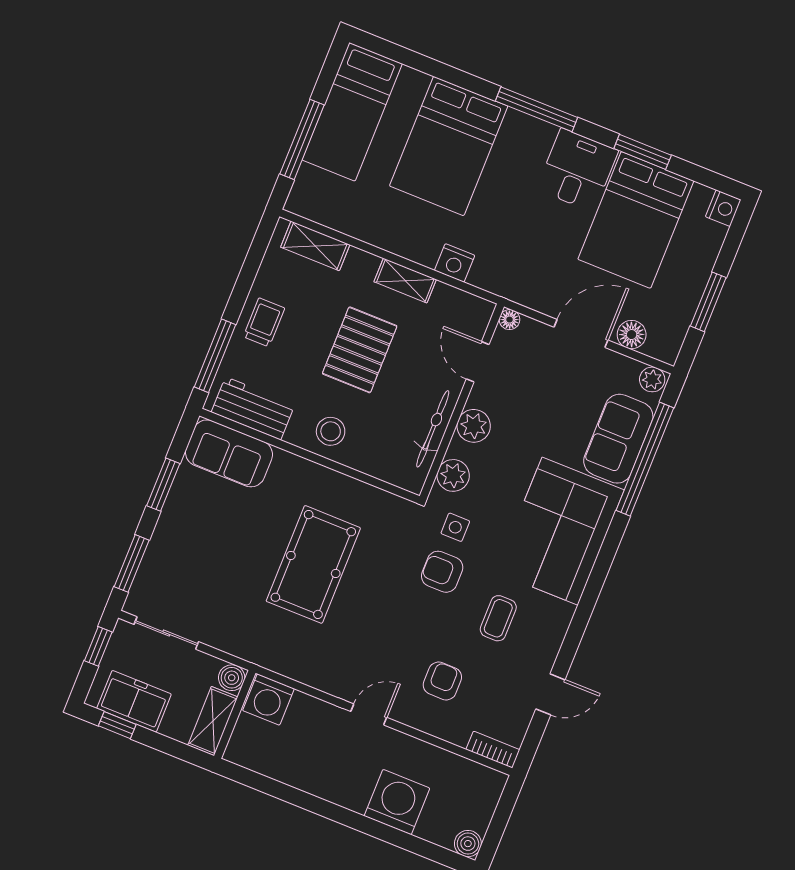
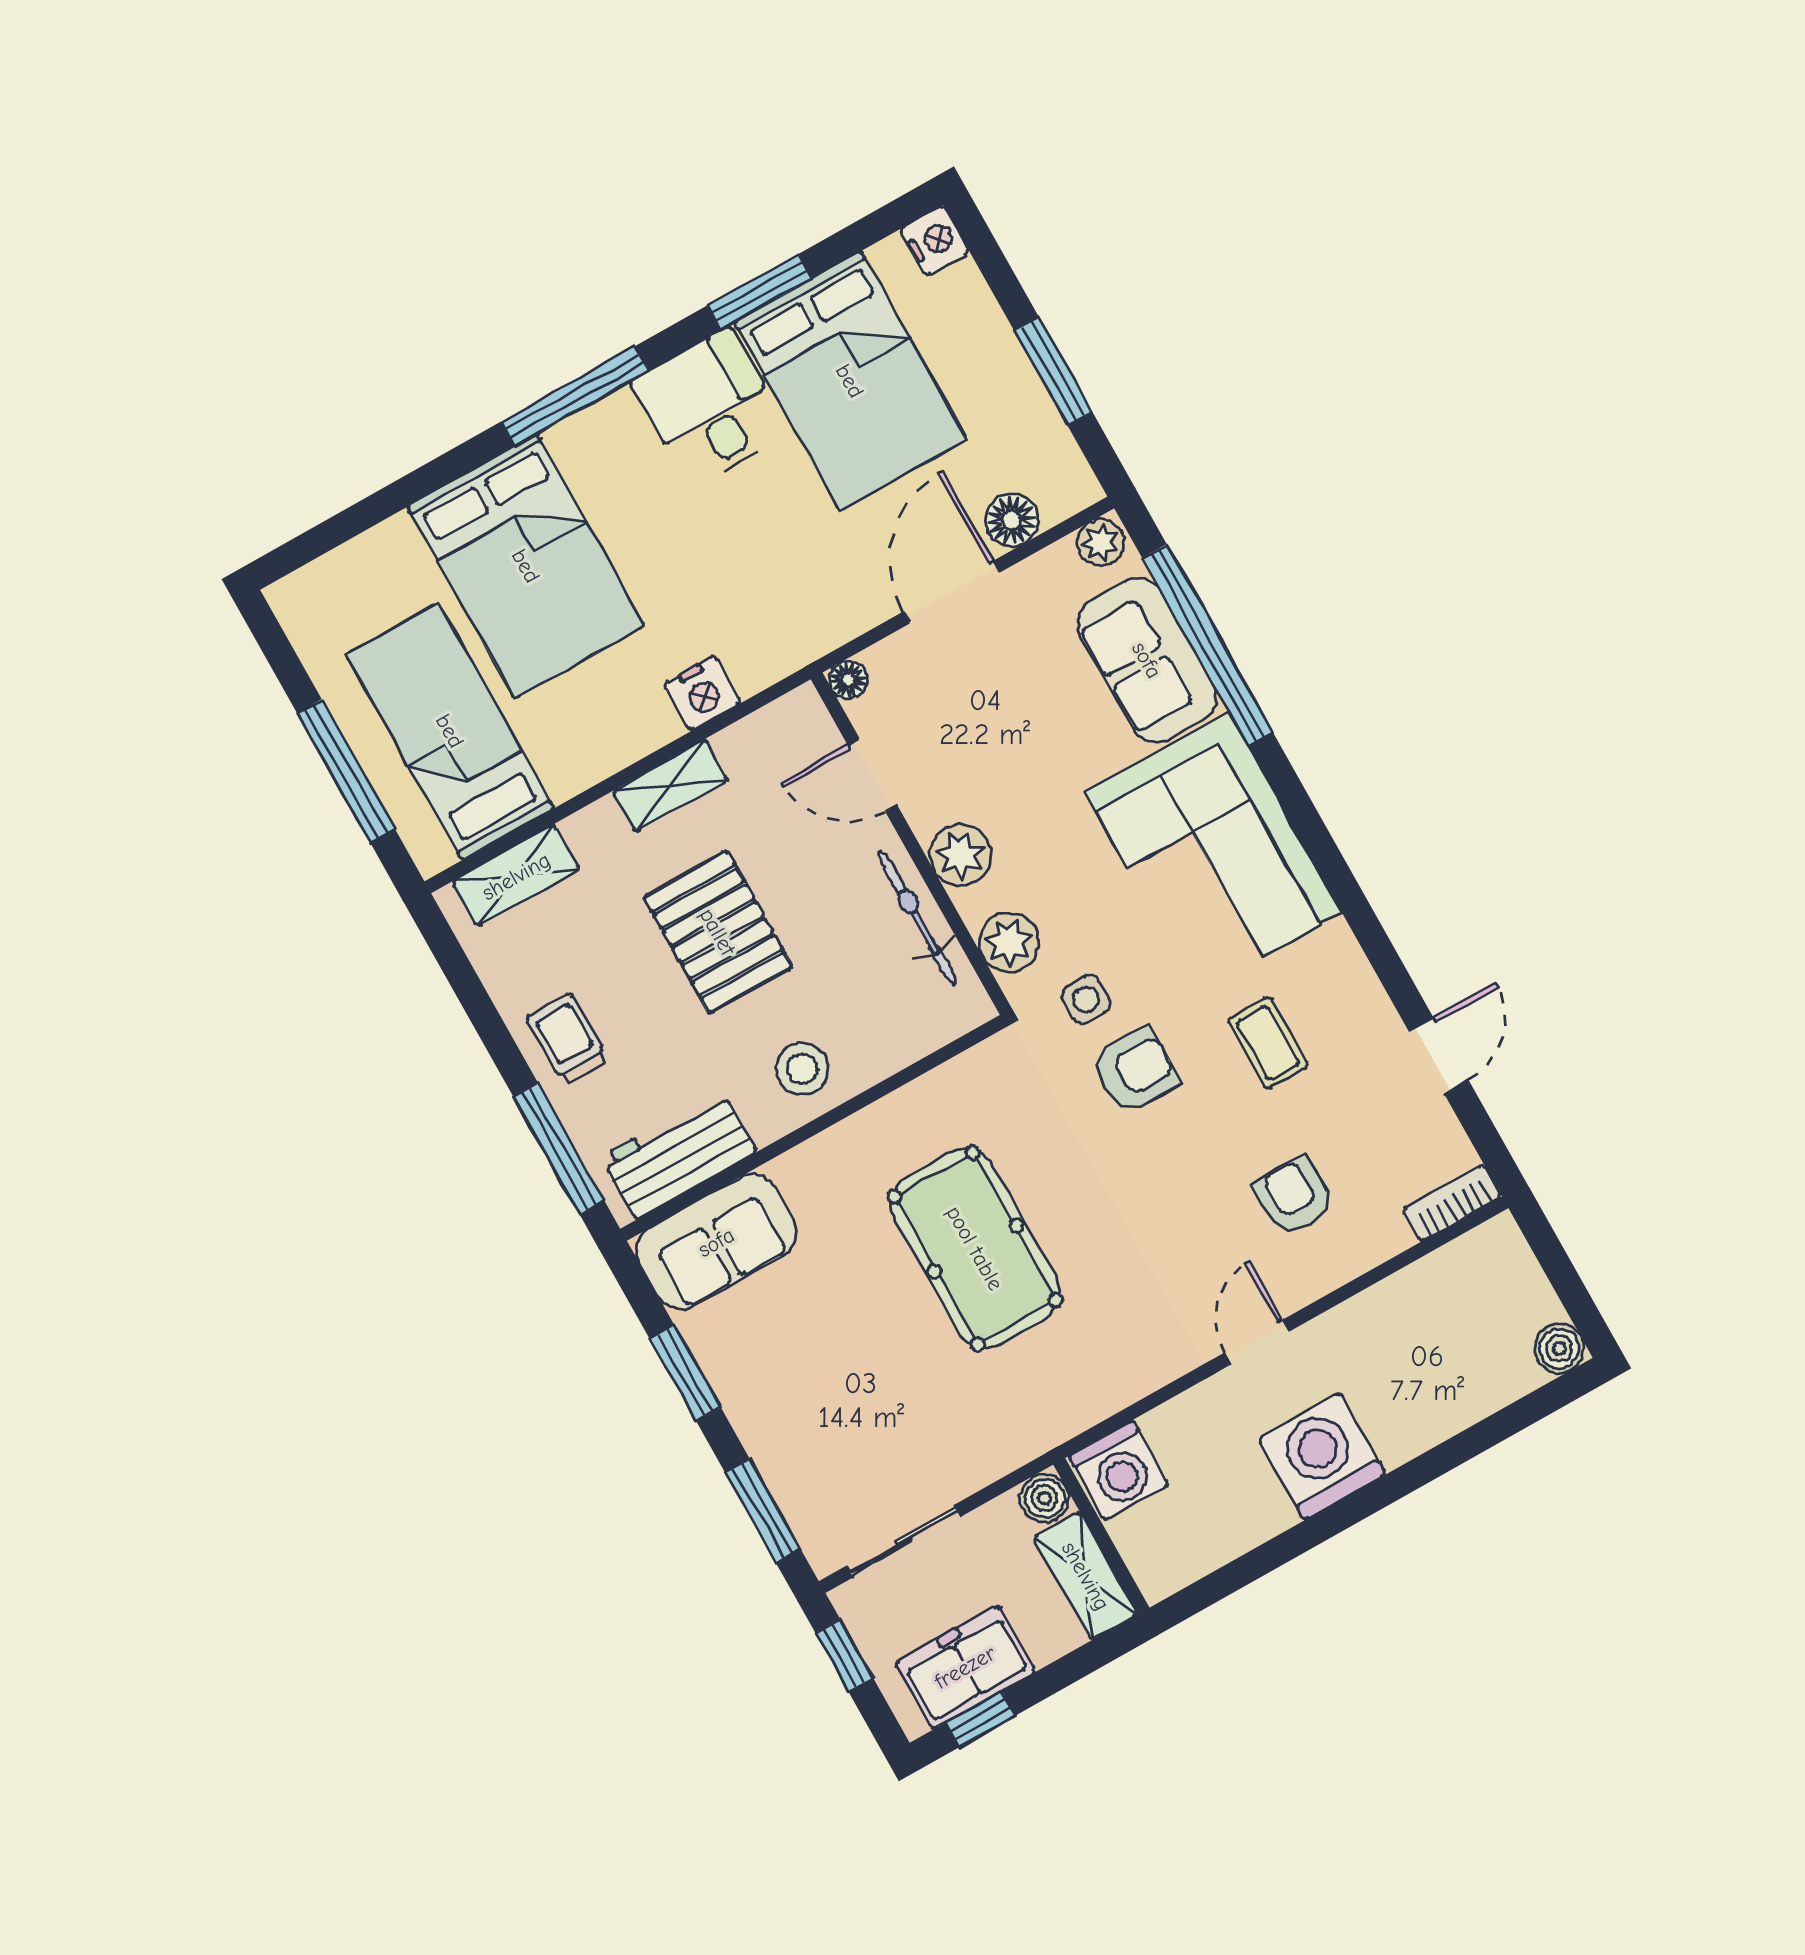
bed: (352, 112) -> (450, 731), moved, turned 180
armchair: (442, 572) -> (1135, 1070), turned 180
washing machine: (397, 802) -> (1322, 1456), moved

